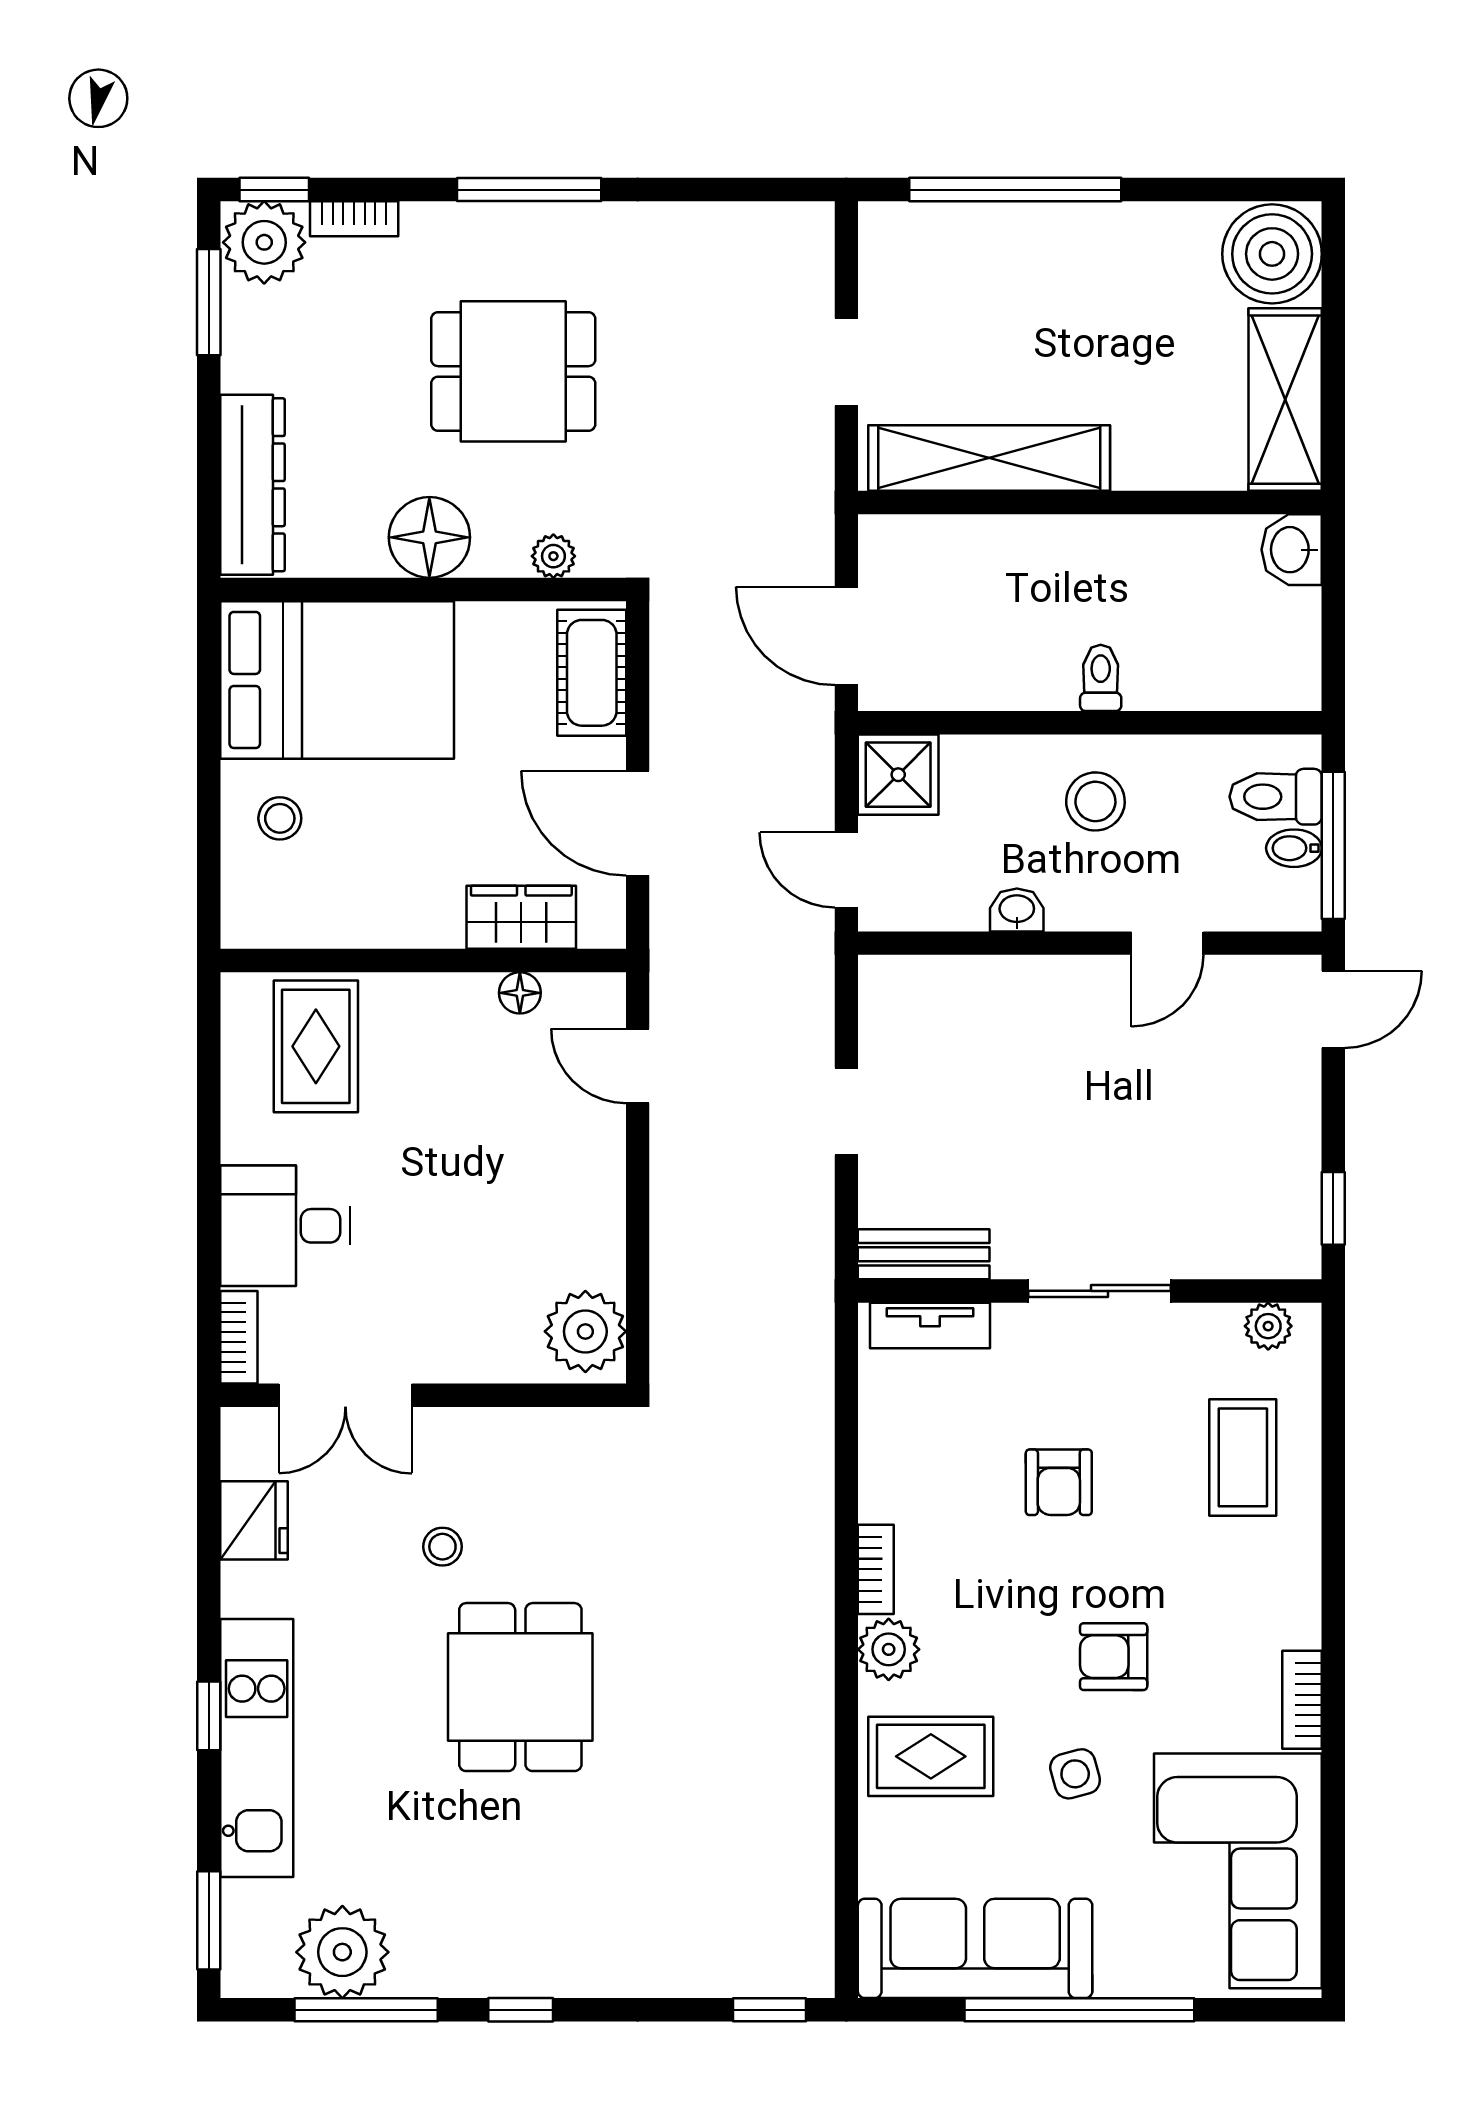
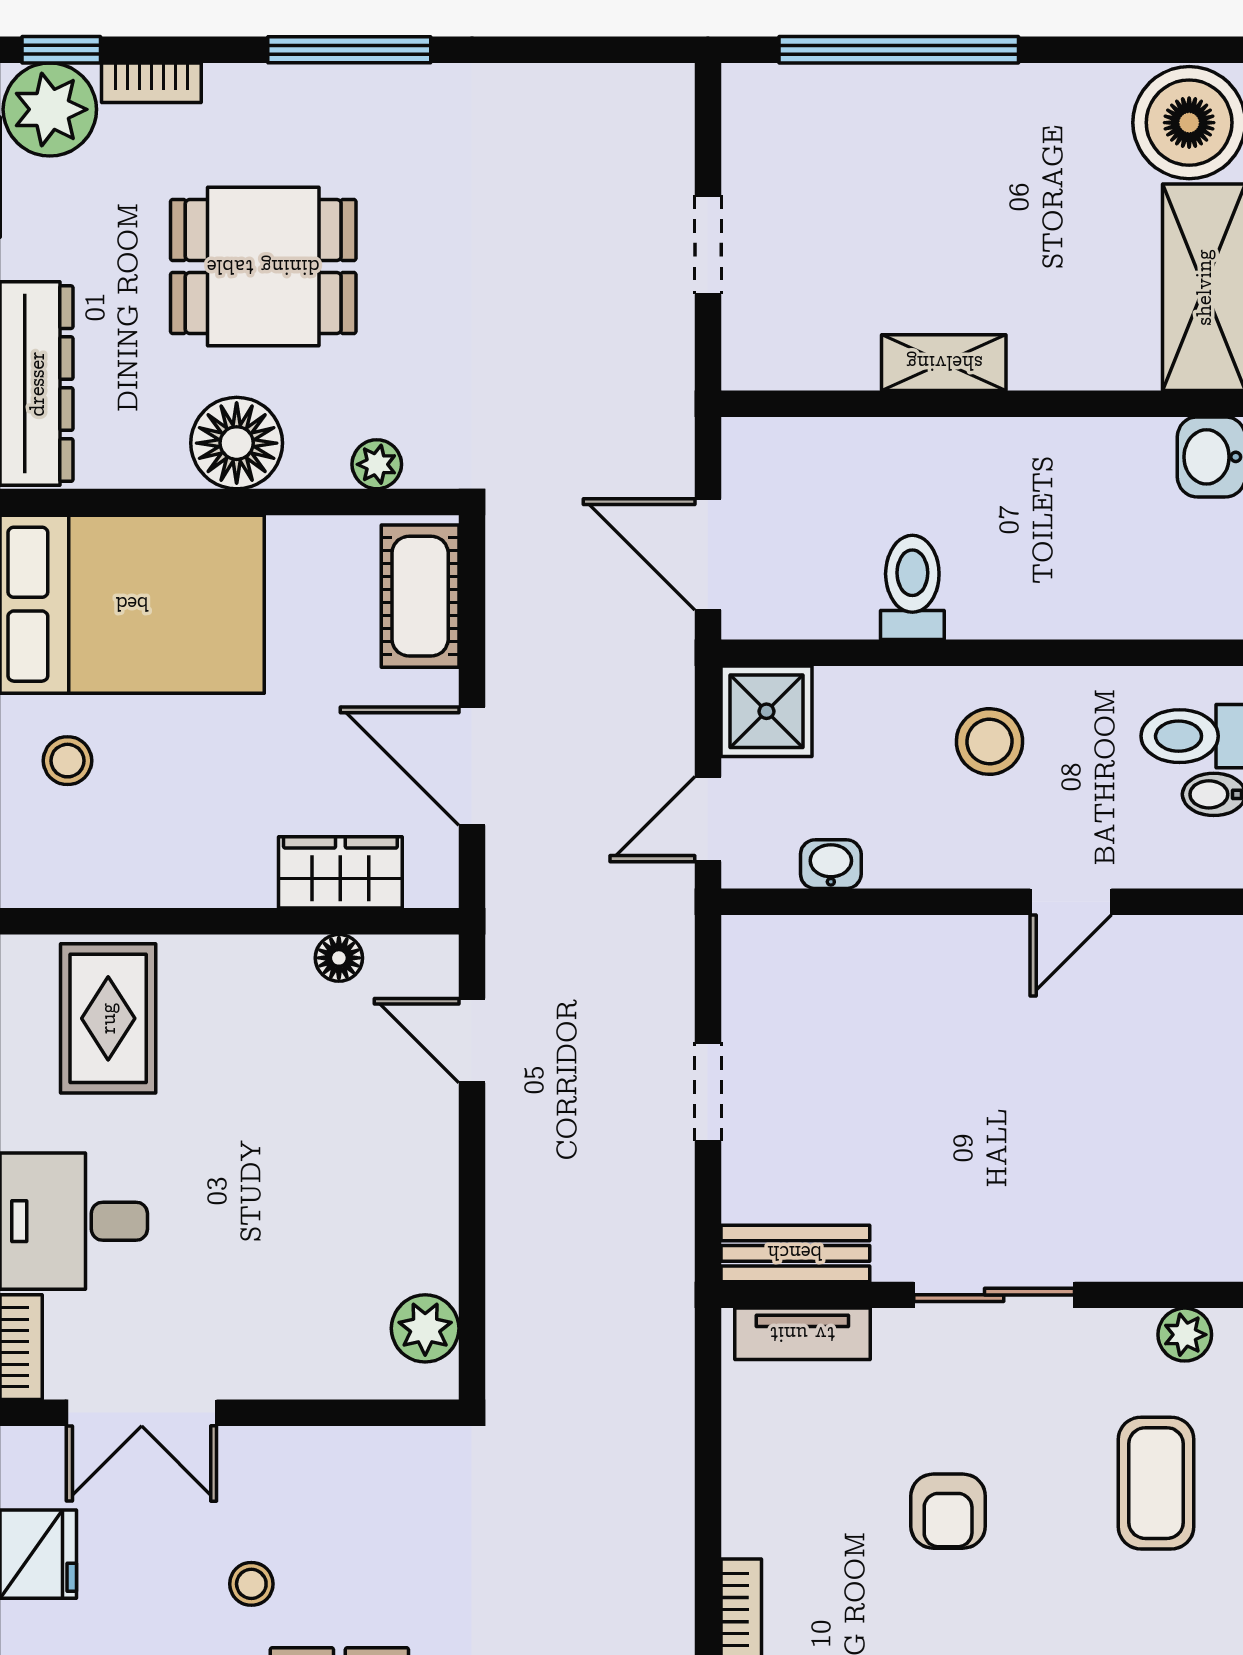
dining table: (513, 371) -> (263, 267), moved
shelving: (989, 458) -> (944, 363), width x0.45, depth x0.75
toilet: (1101, 678) -> (912, 587), moved, width x1.37, depth x1.39
door: (846, 870) -> (708, 819), hinge flipped
washbasin: (1017, 910) -> (831, 864), moved
plant: (585, 1331) -> (425, 1328), width x0.73, depth x0.73

